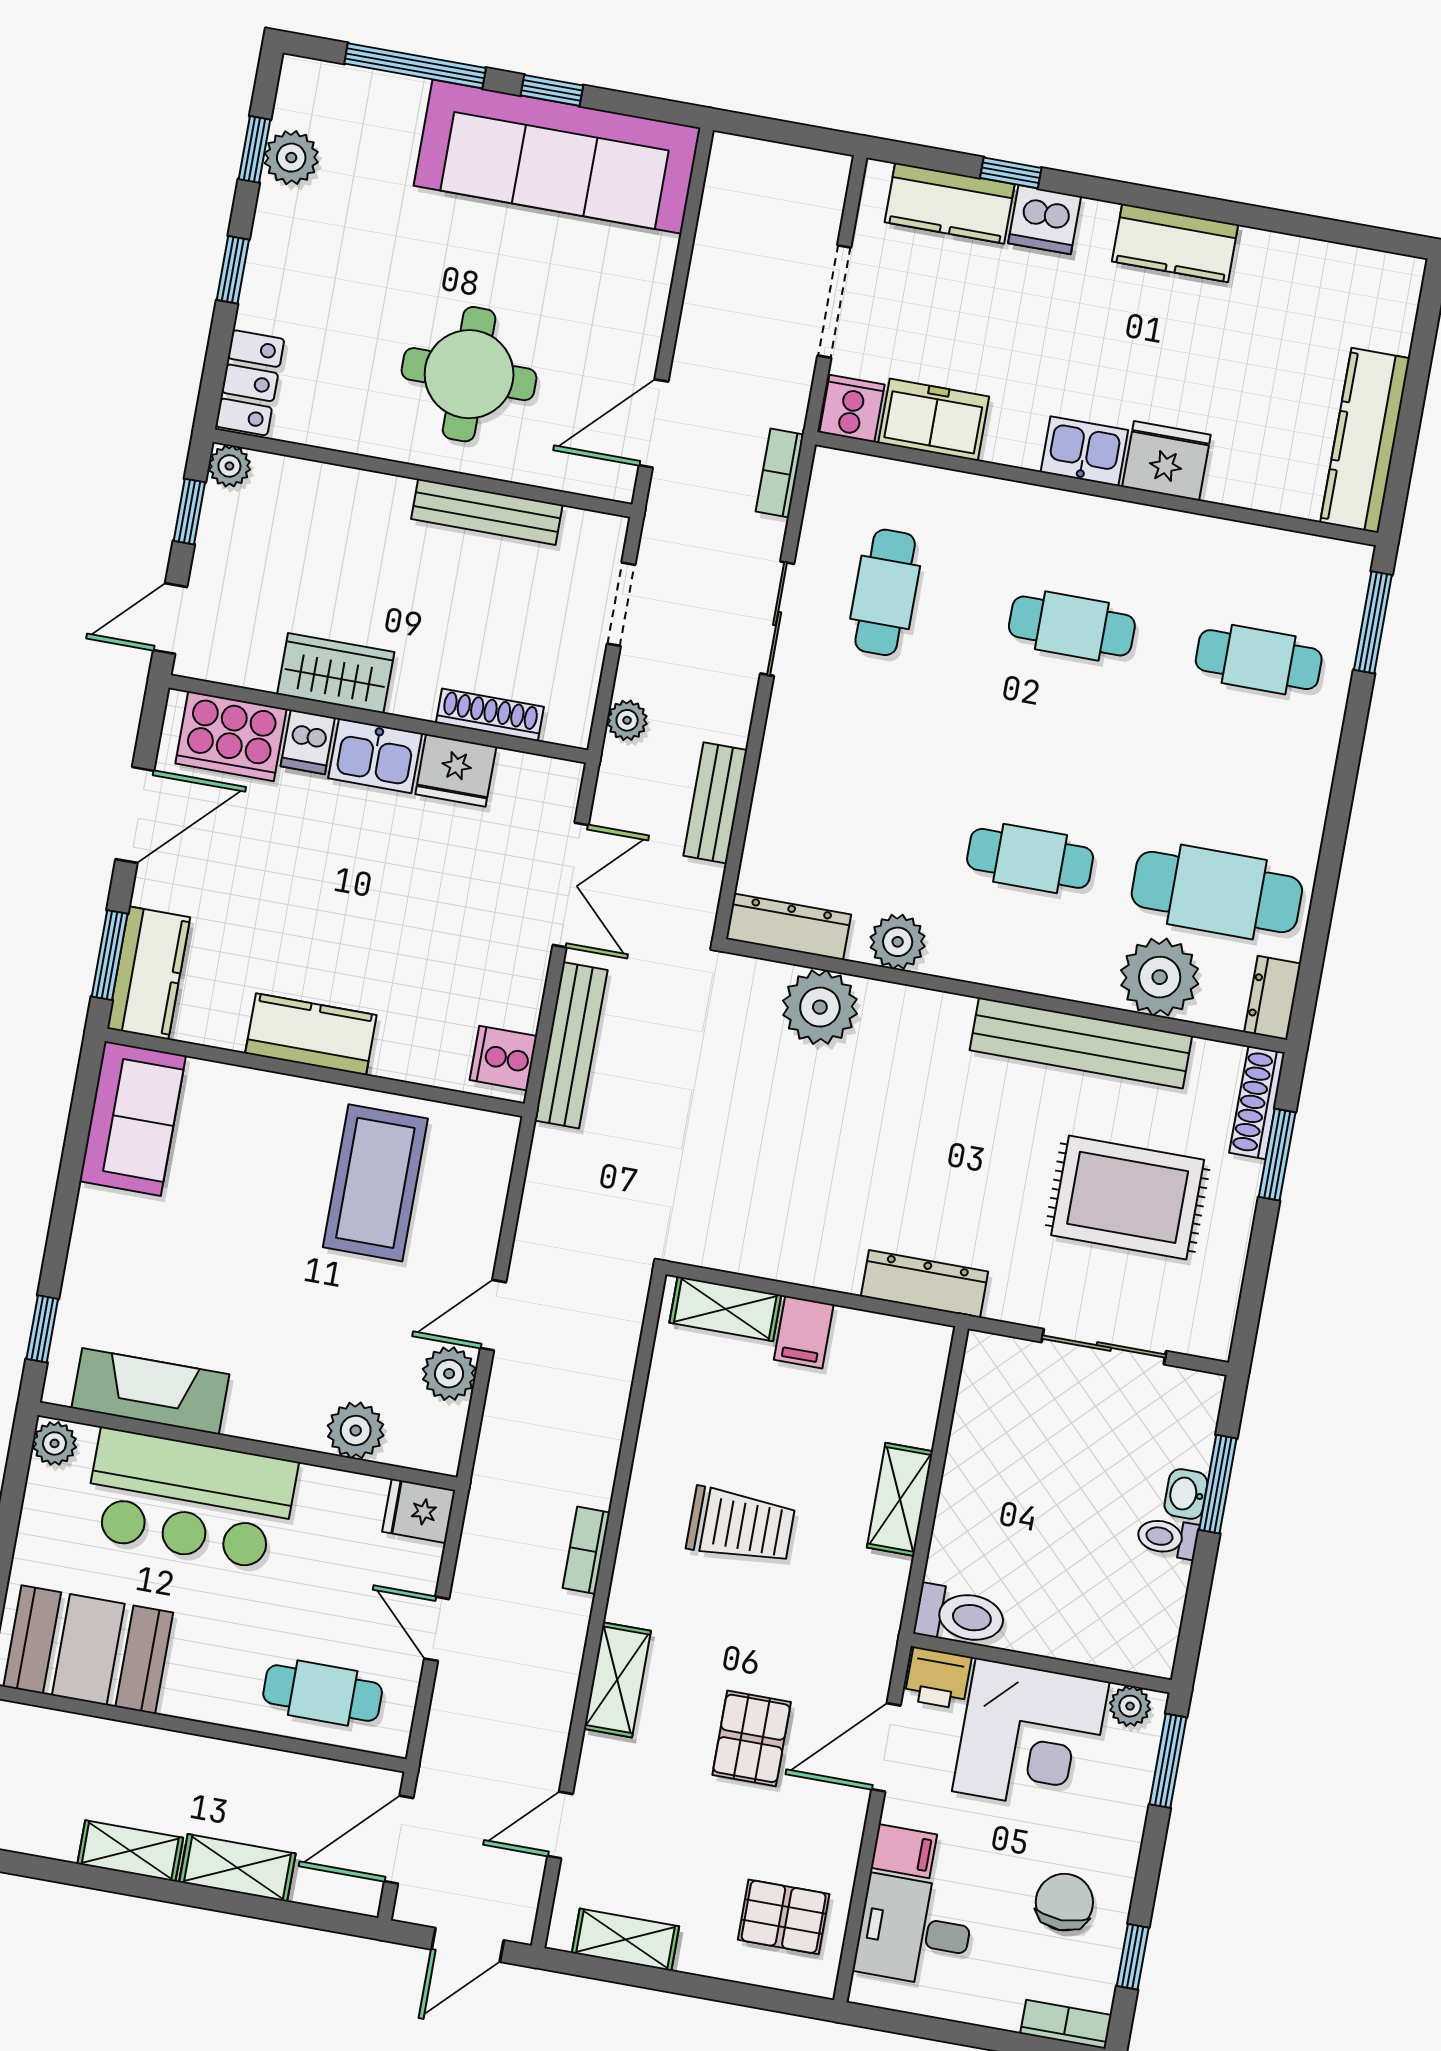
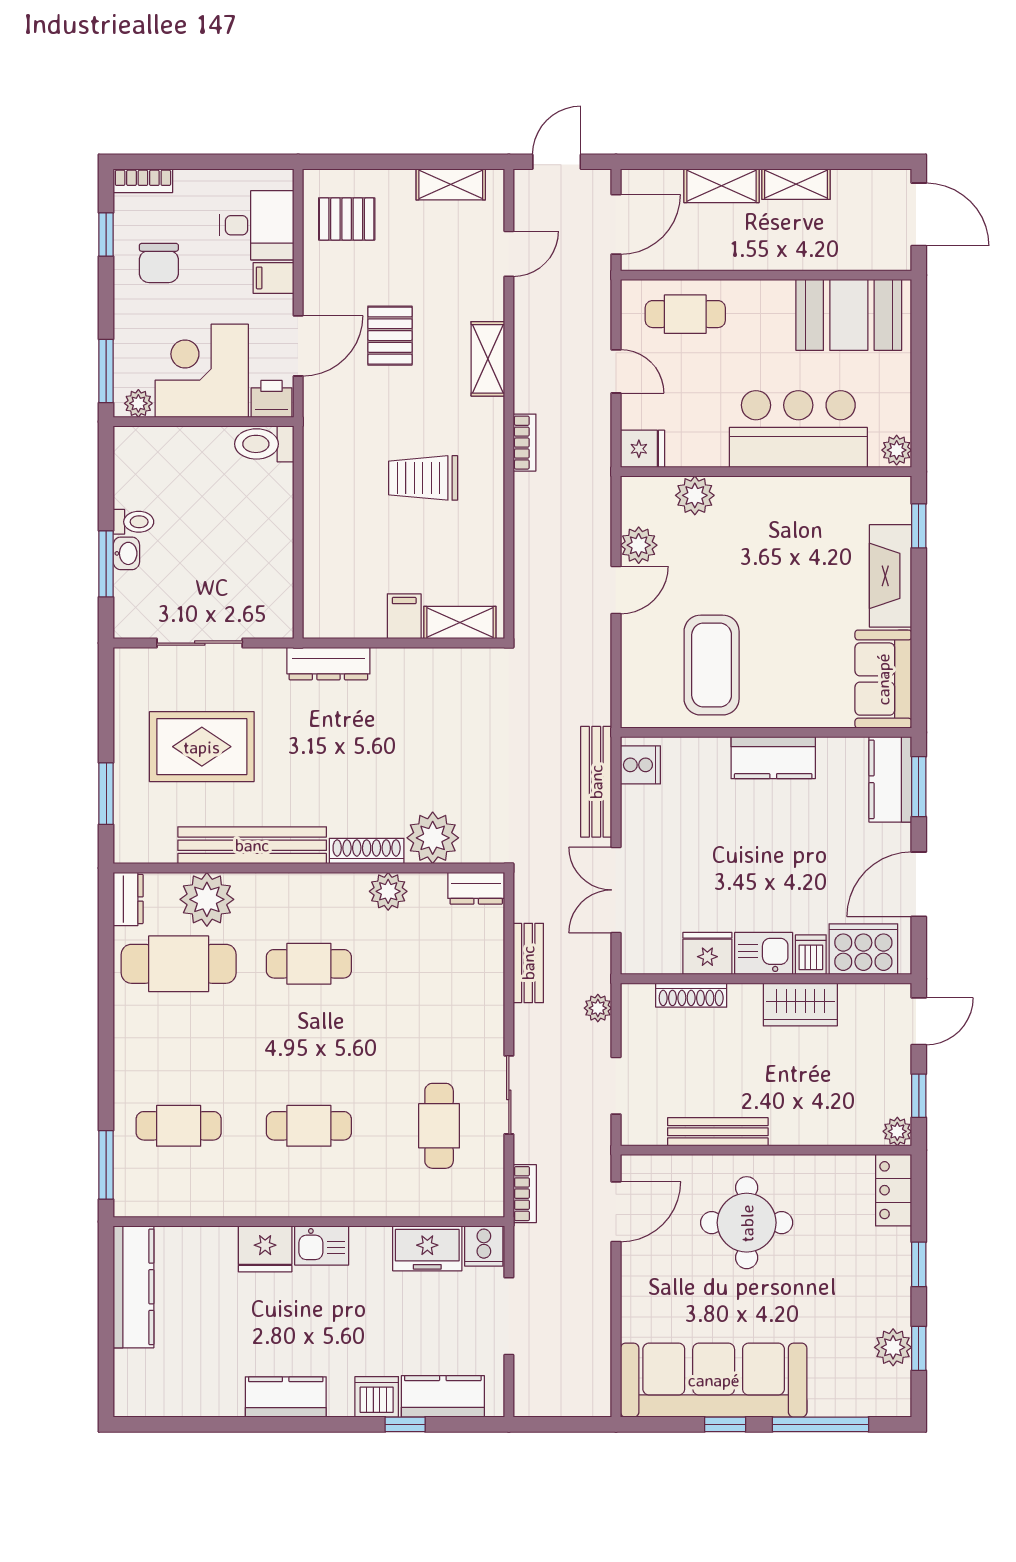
dresser: (788, 927) -> (476, 888), width x0.70
shoe rack: (1257, 1103) -> (367, 851), moved, turned -90
fireplace: (150, 1391) -> (891, 576), moved, turned 90
shelving: (900, 1499) -> (319, 515), removed

